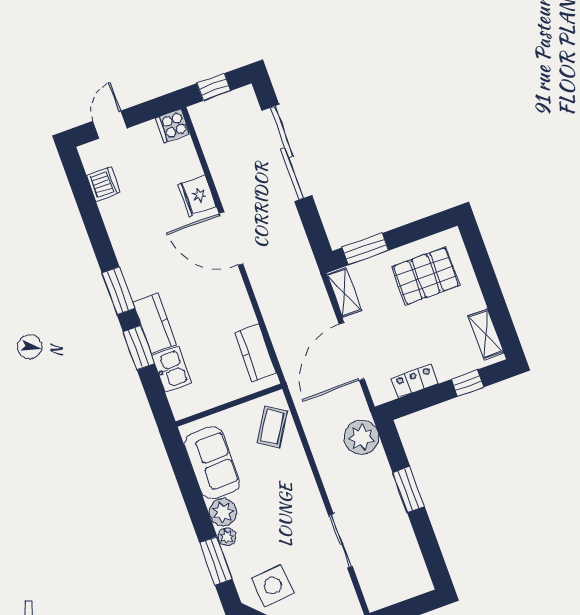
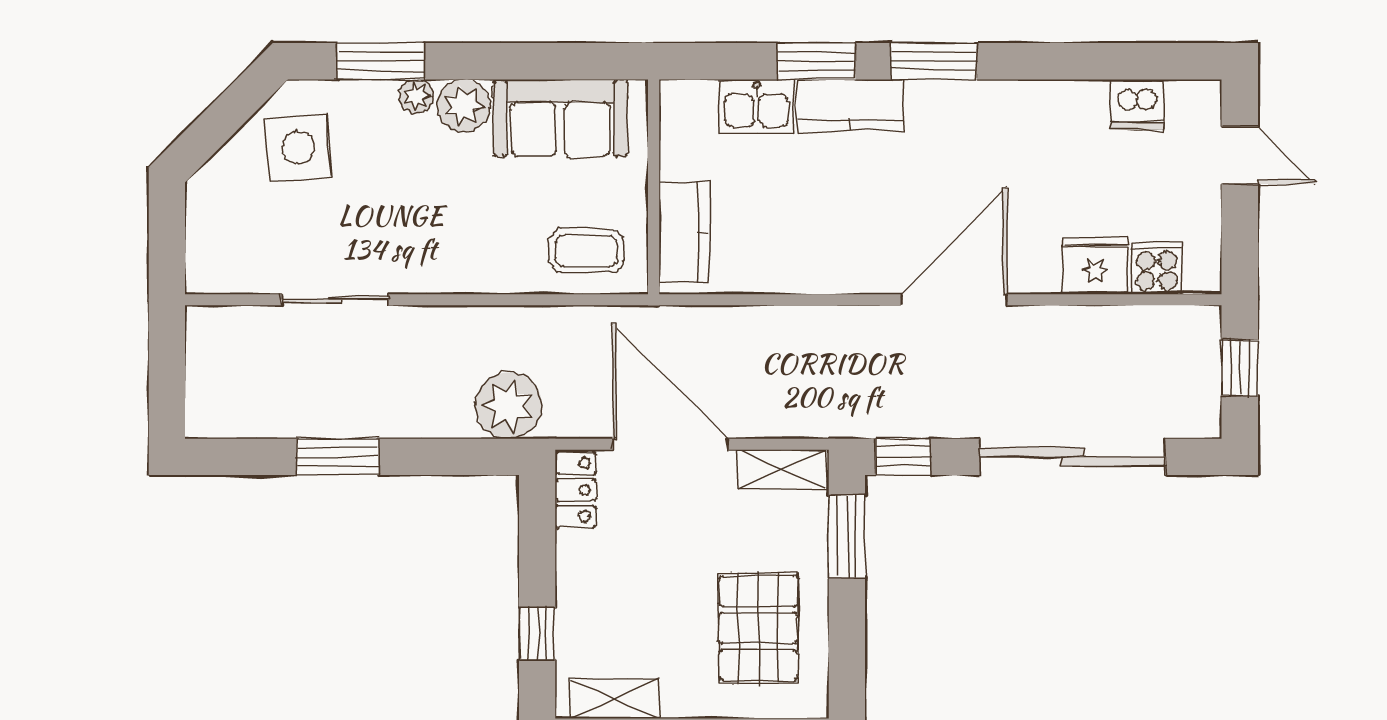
cooker: (173, 126) -> (1157, 268), moved
fridge: (197, 196) -> (1095, 266), moved
window: (317, 236) -> (903, 457), added
kitchen counter: (255, 353) -> (684, 232), moved, turned 90
locker: (415, 381) -> (575, 490), moved
coffee table: (272, 427) -> (586, 251), turned -32
window: (409, 490) -> (338, 457), moved

